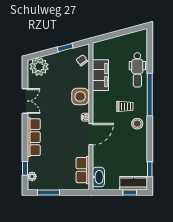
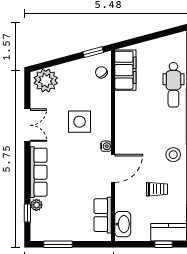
window: (65, 48) -> (93, 52), moved
filing cabinet: (100, 75) -> (125, 70), moved
side table: (80, 96) -> (80, 122), moved
trolley: (125, 106) -> (157, 189), moved
plant: (32, 176) -> (36, 205), moved

